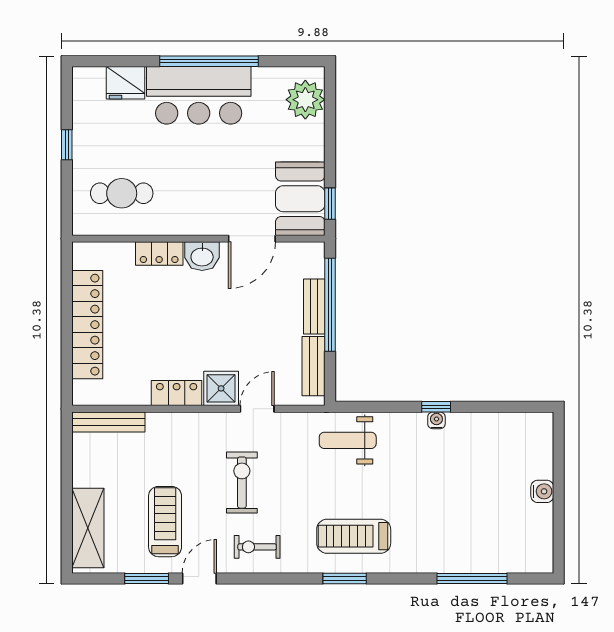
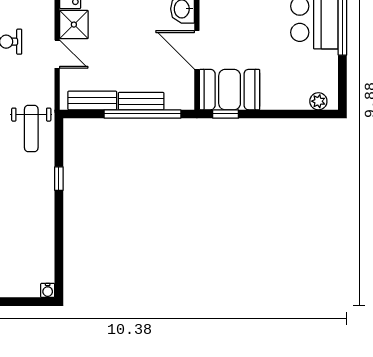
plant: (305, 100) -> (318, 101), width x0.53, depth x0.53
window: (436, 407) -> (59, 179), moved
water cooler: (436, 420) -> (48, 290), moved, turned 90
weight bench: (348, 440) -> (31, 128), turned 180

